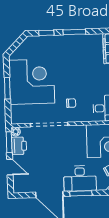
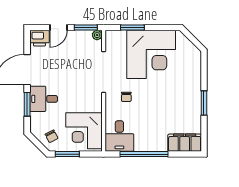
window: (46, 33) -> (204, 72), removed
window: (7, 88) -> (132, 27), moved
printer: (19, 146) -> (39, 38), moved
desk: (80, 178) -> (44, 99), width x0.73

